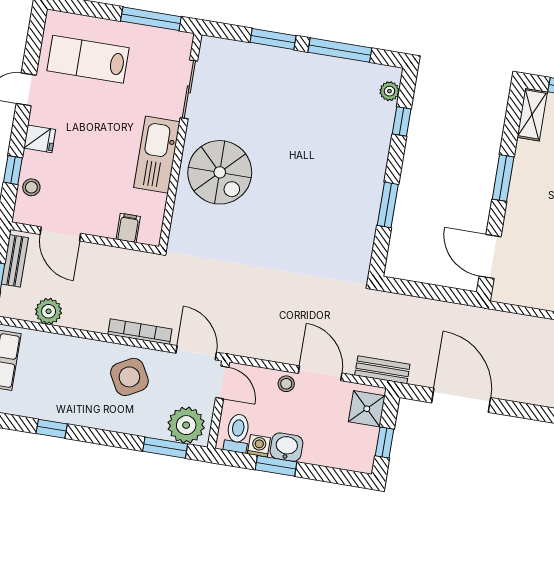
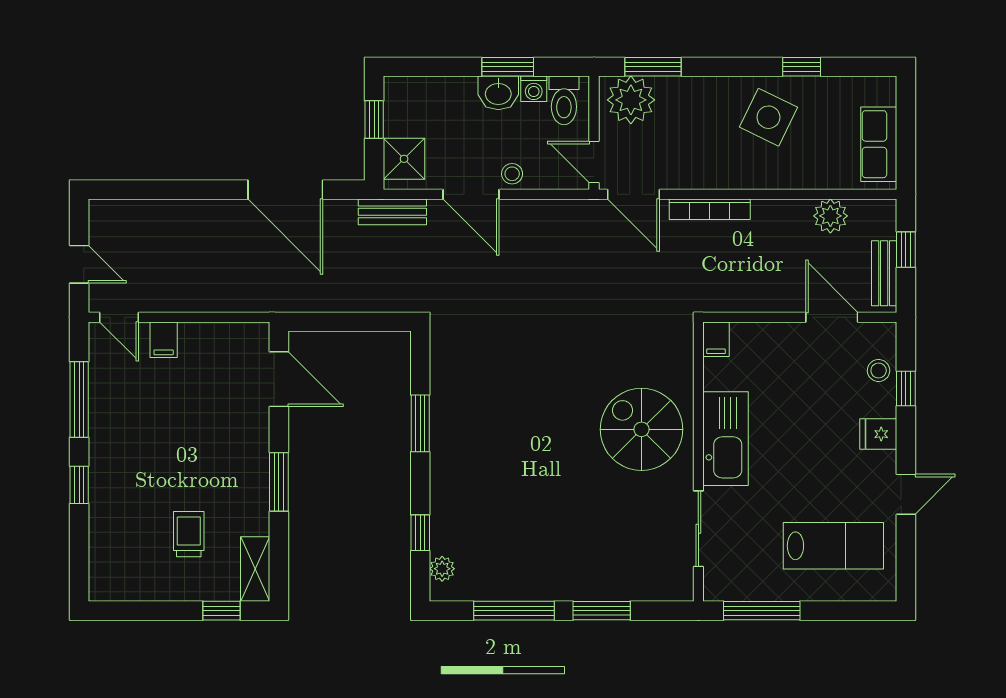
filing cabinet: (128, 228) -> (716, 339), moved
side table: (129, 377) -> (768, 117), moved, turned -35

